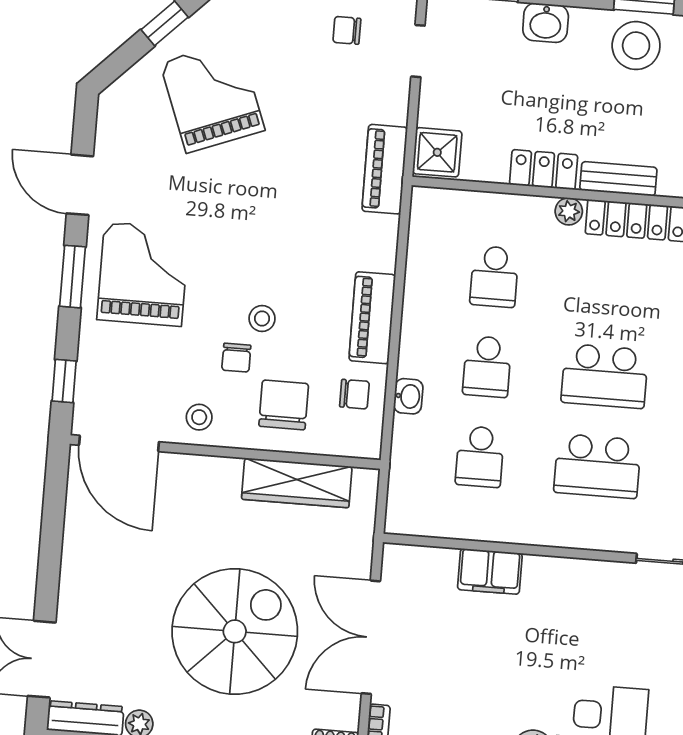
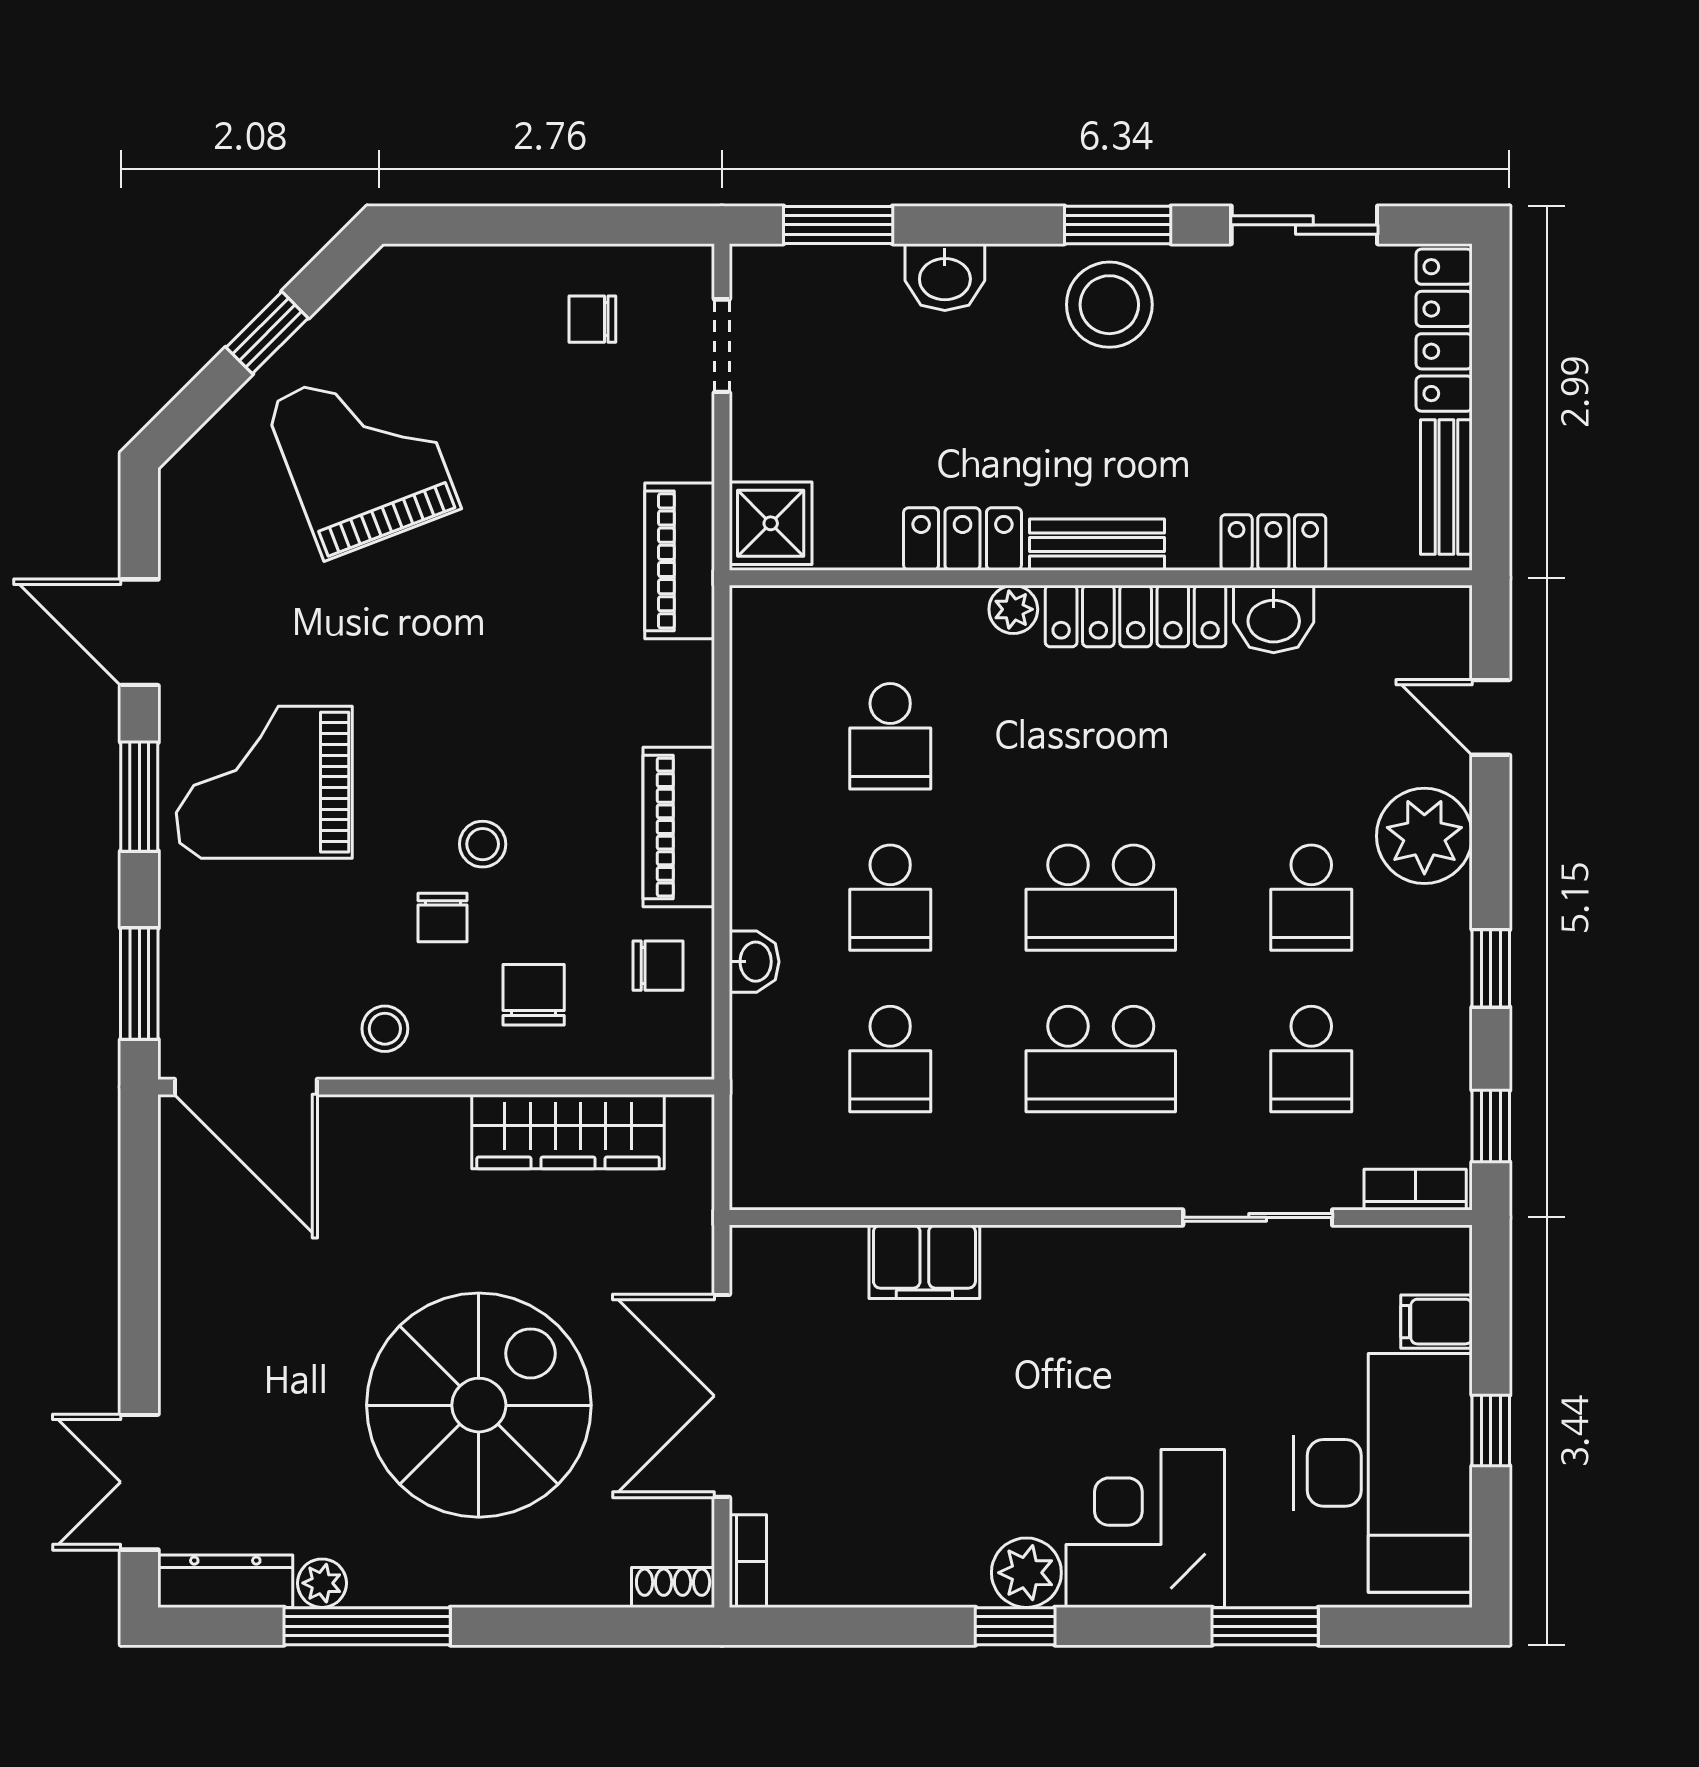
grand piano: (143, 274) -> (264, 782), turned -90
window: (64, 381) -> (139, 984), width x1.50
chair: (284, 405) -> (534, 995), width x0.73, depth x0.73

